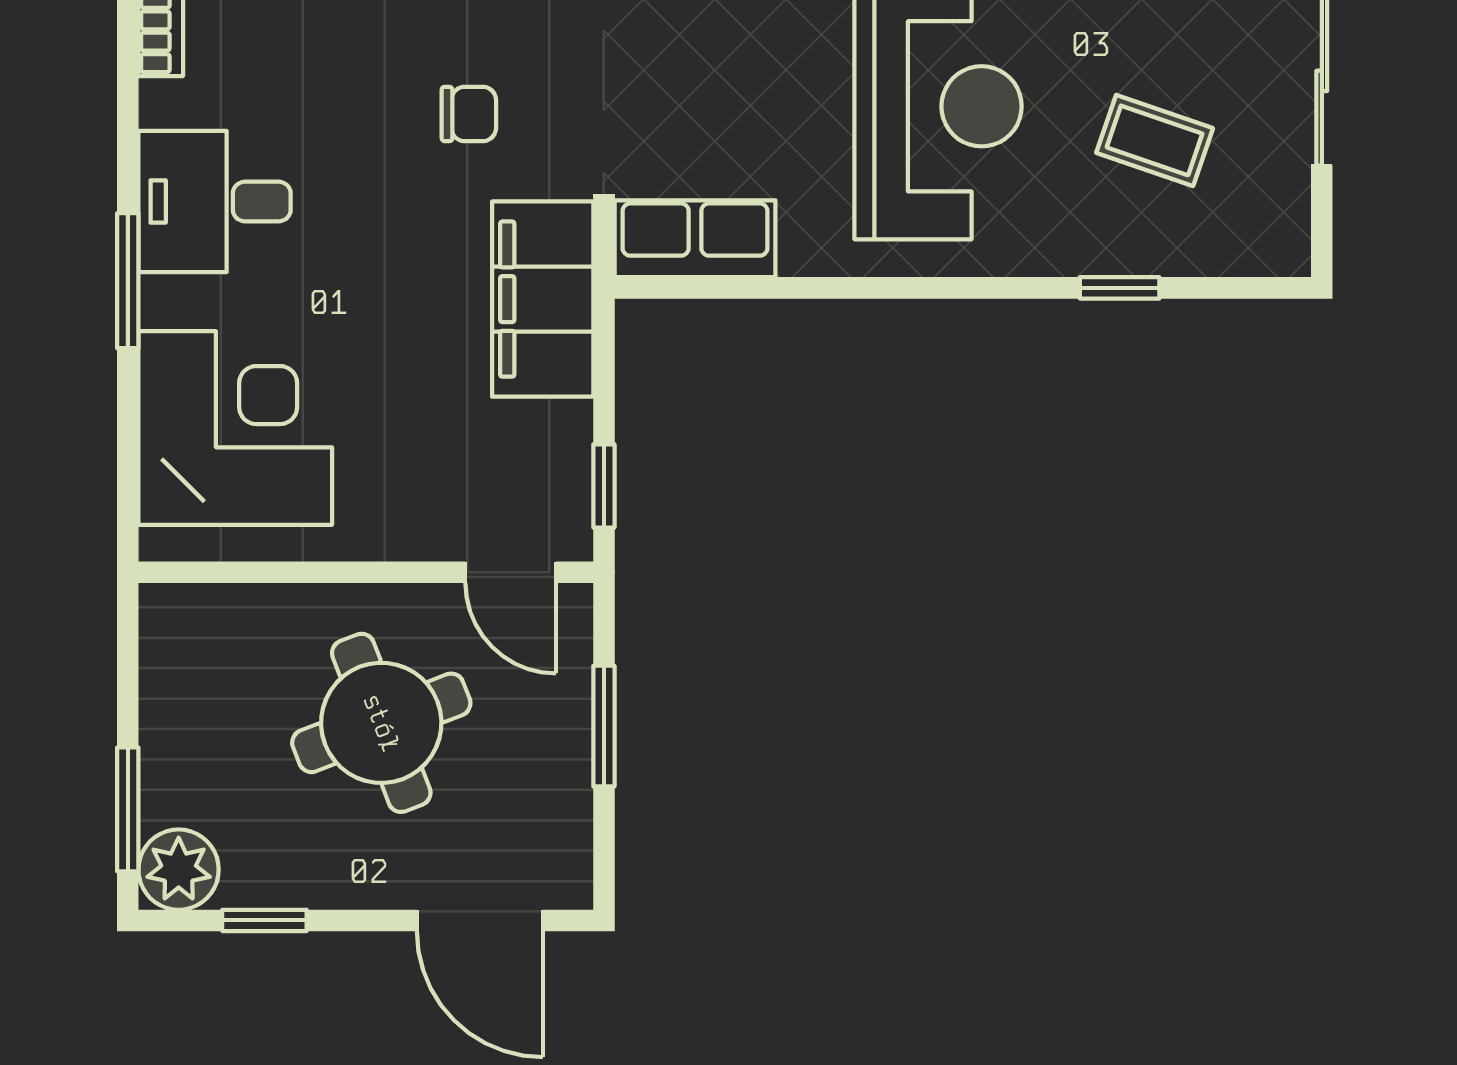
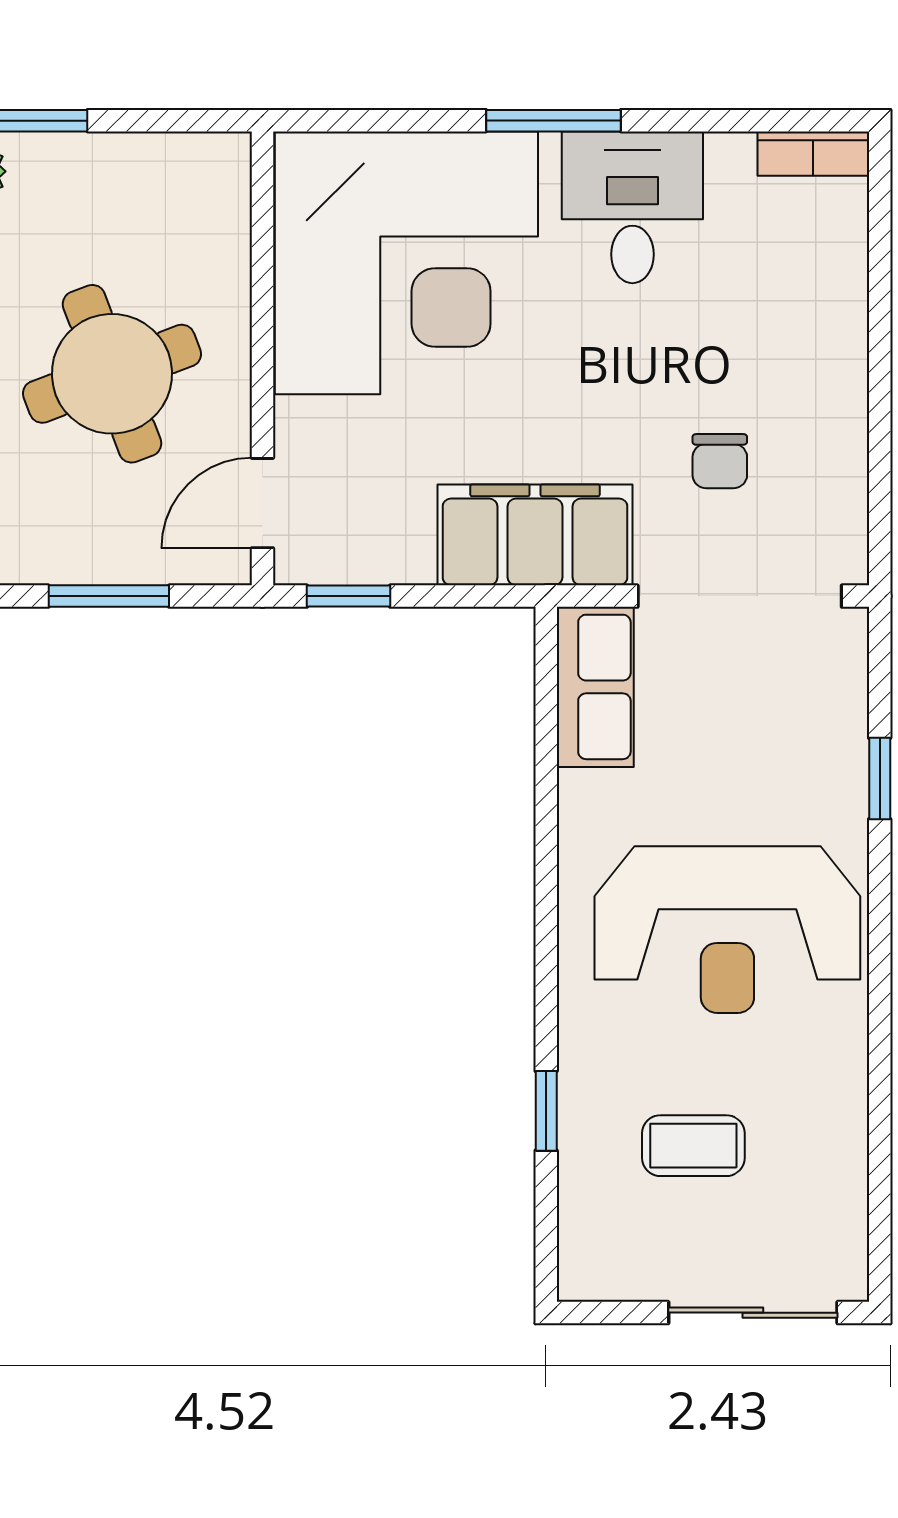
coffee table: (1155, 140) -> (693, 1146), turned 71
corner desk: (235, 428) -> (406, 263), width x1.36, depth x1.36

